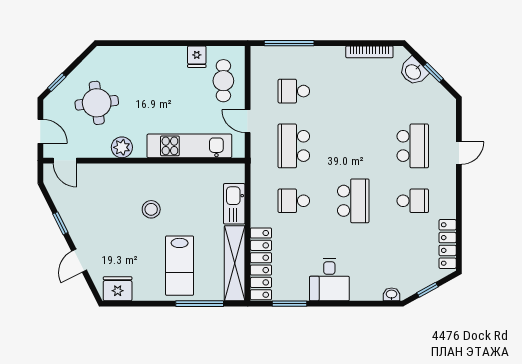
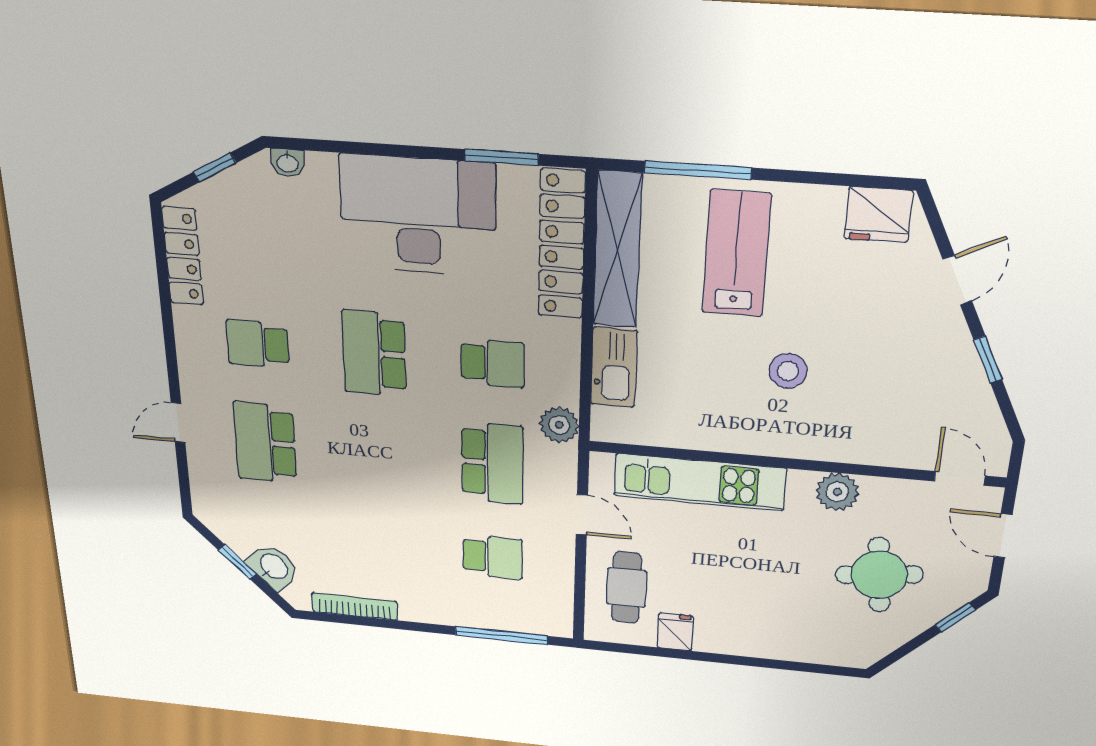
plant: (260, 171) -> (559, 425), added
desk: (329, 280) -> (418, 216), width x1.87, depth x1.30

